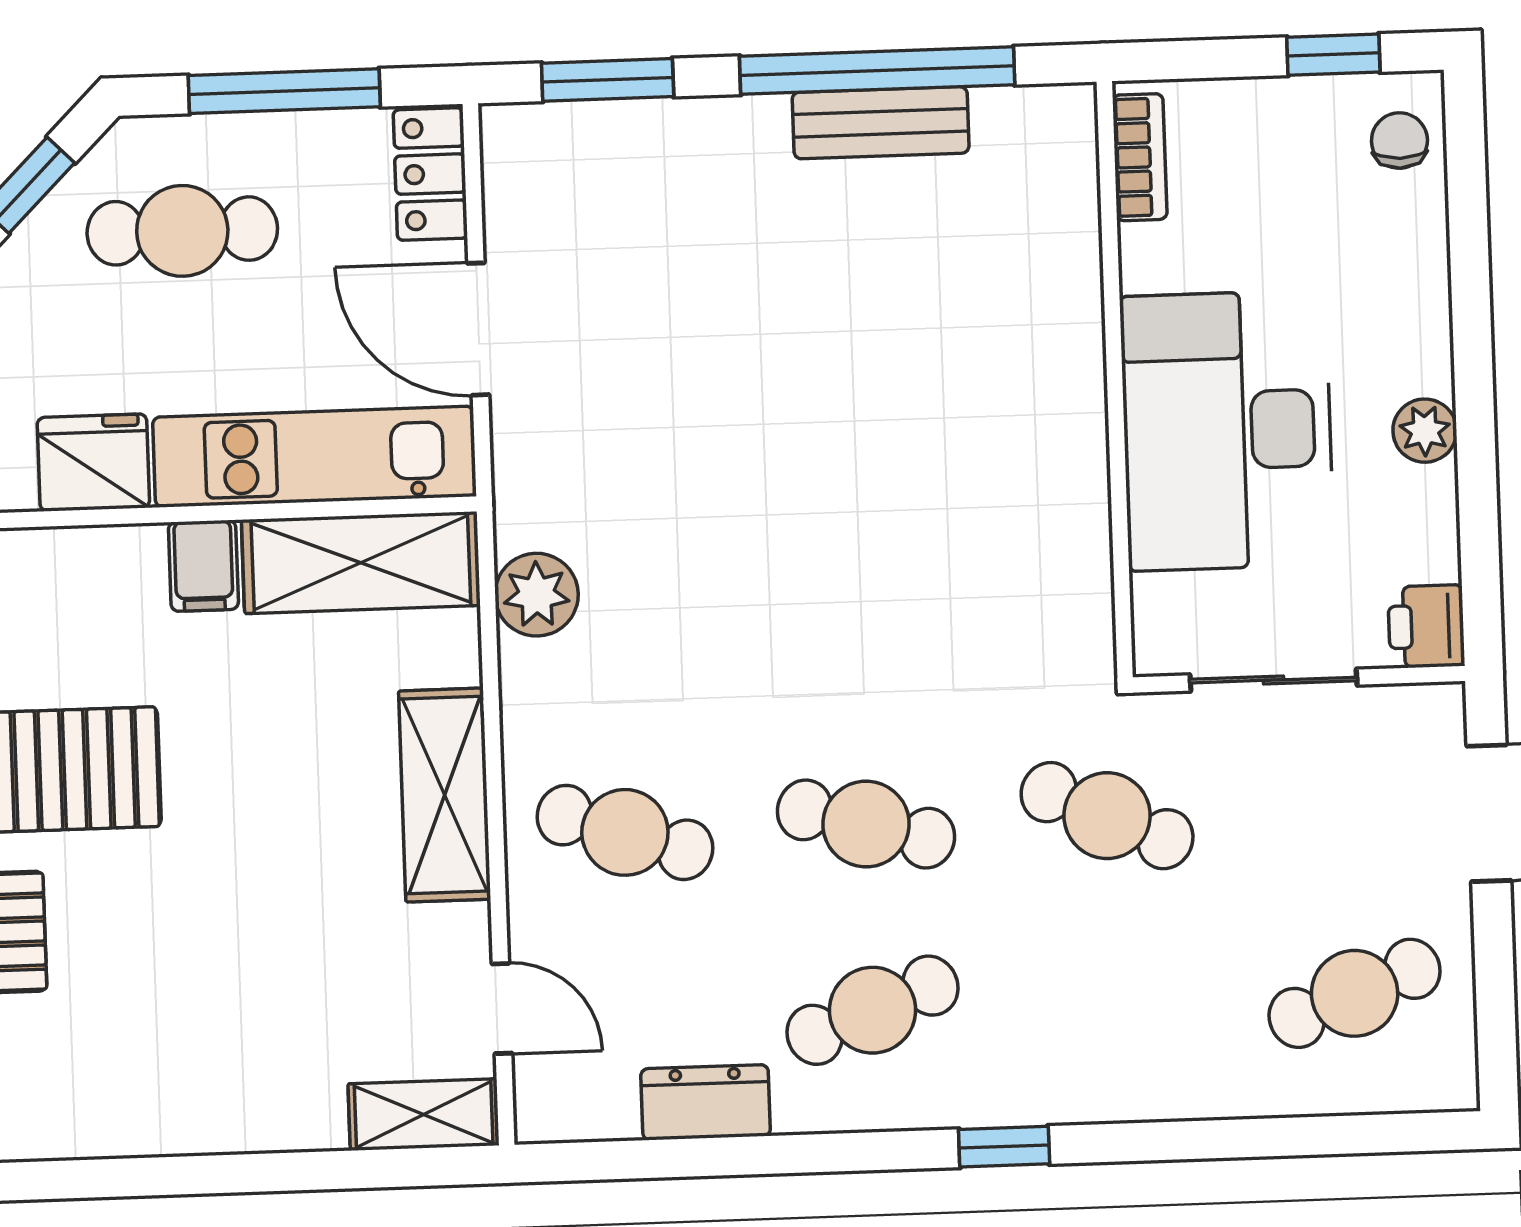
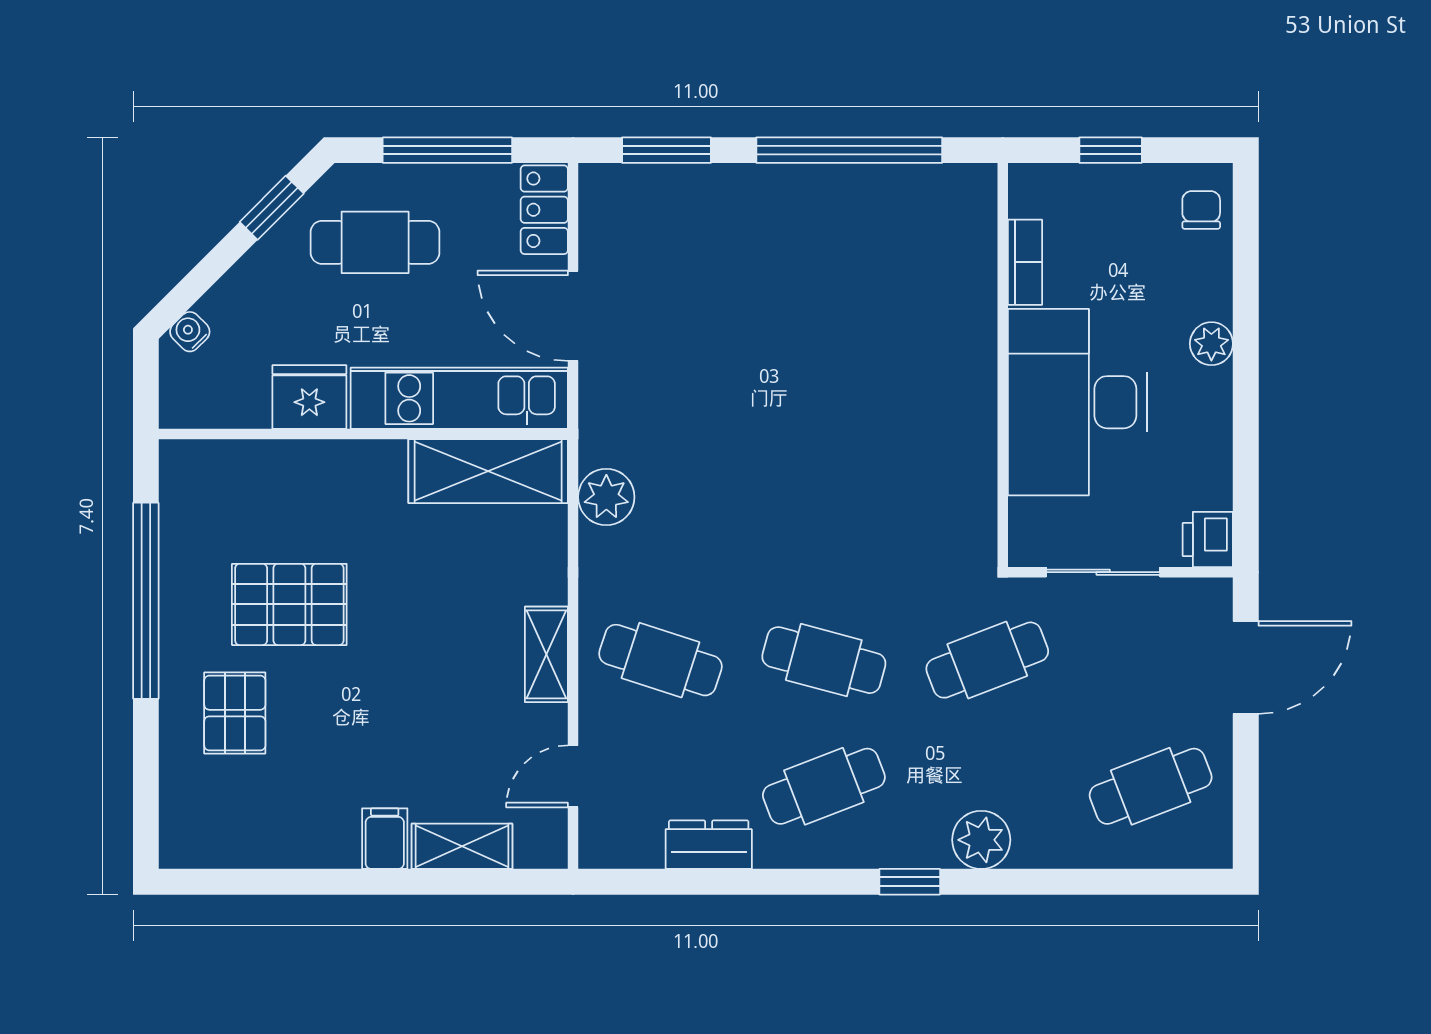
window: (1333, 55) -> (1111, 150), moved
bench: (881, 123) -> (850, 186), removed
bookcase: (1140, 157) -> (1025, 262), moved
plant: (1425, 431) -> (1211, 344), moved
filing cabinet: (203, 566) -> (385, 839), moved, turned 180
shelving: (445, 795) -> (546, 654), width x0.67, depth x0.75
cafe table: (1107, 816) -> (987, 660), turned -45
door: (502, 1009) -> (573, 776), swing flipped
plant: (1107, 1081) -> (981, 840), added
shelving: (424, 1115) -> (462, 846), moved

